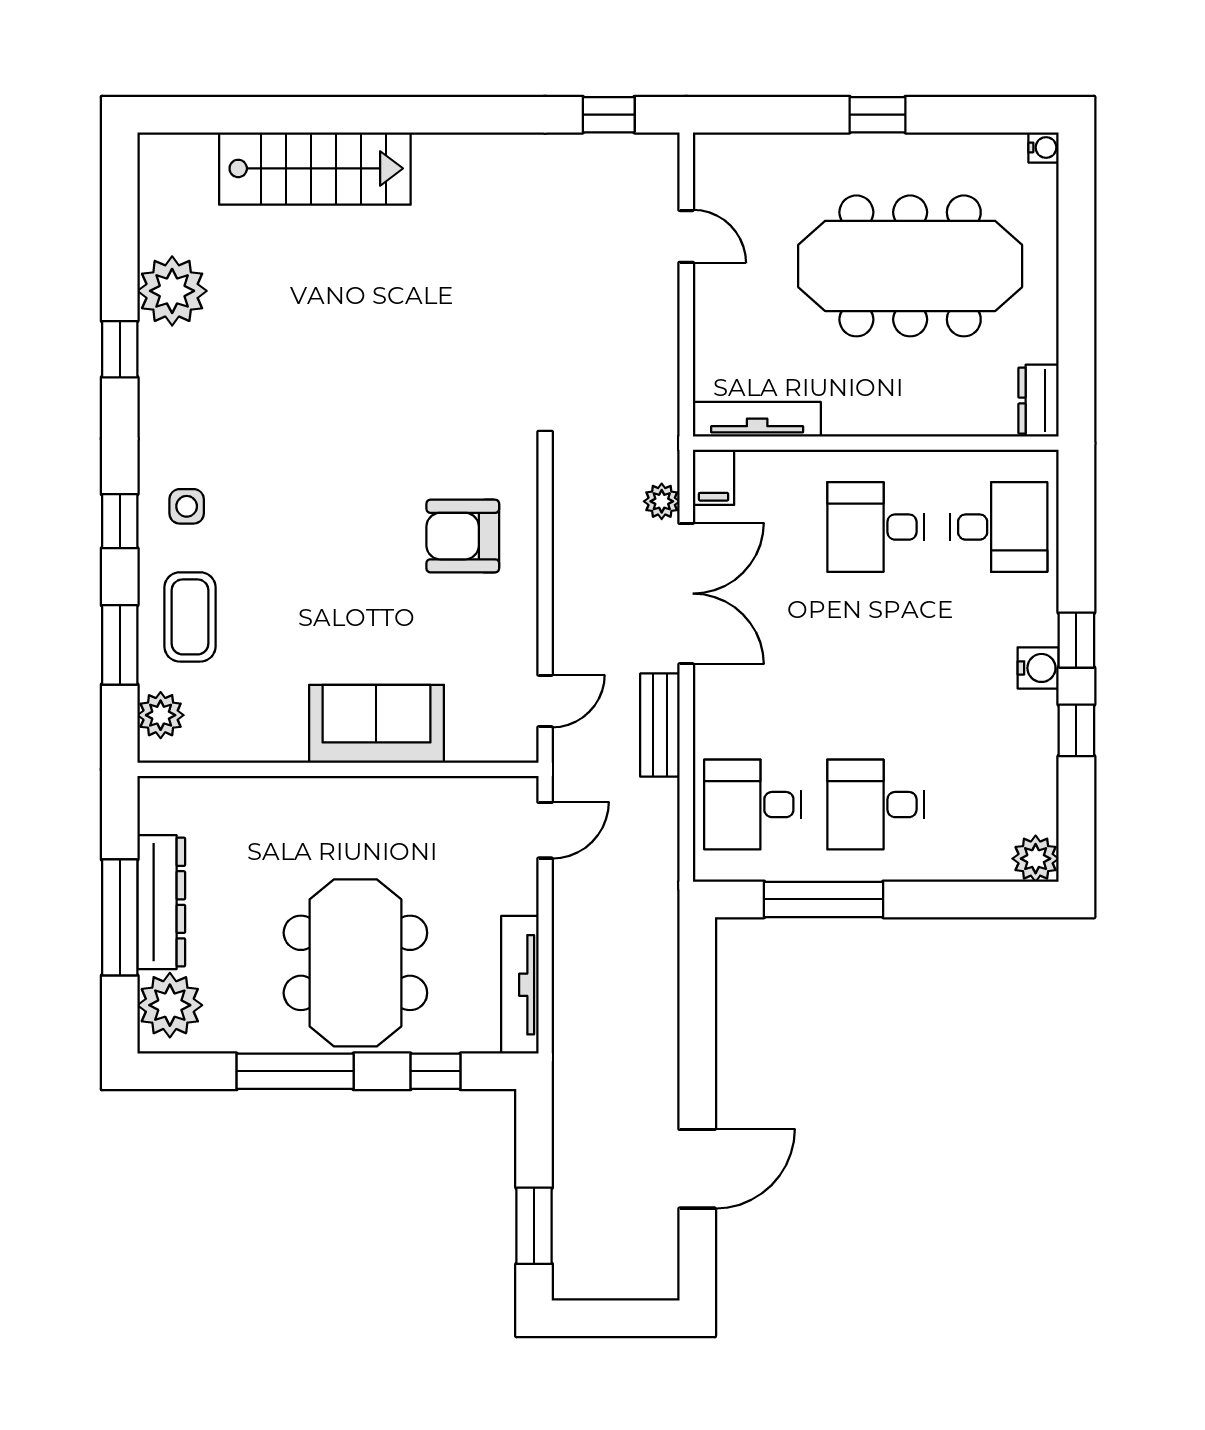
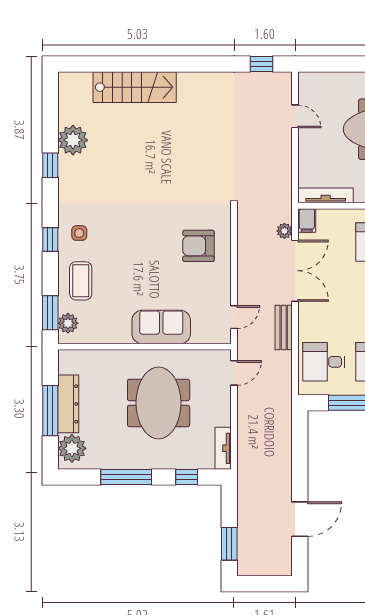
window: (120, 645) -> (50, 313), moved
meeting table: (355, 963) -> (159, 403), moved
tv unit: (520, 985) -> (223, 448), width x0.71

